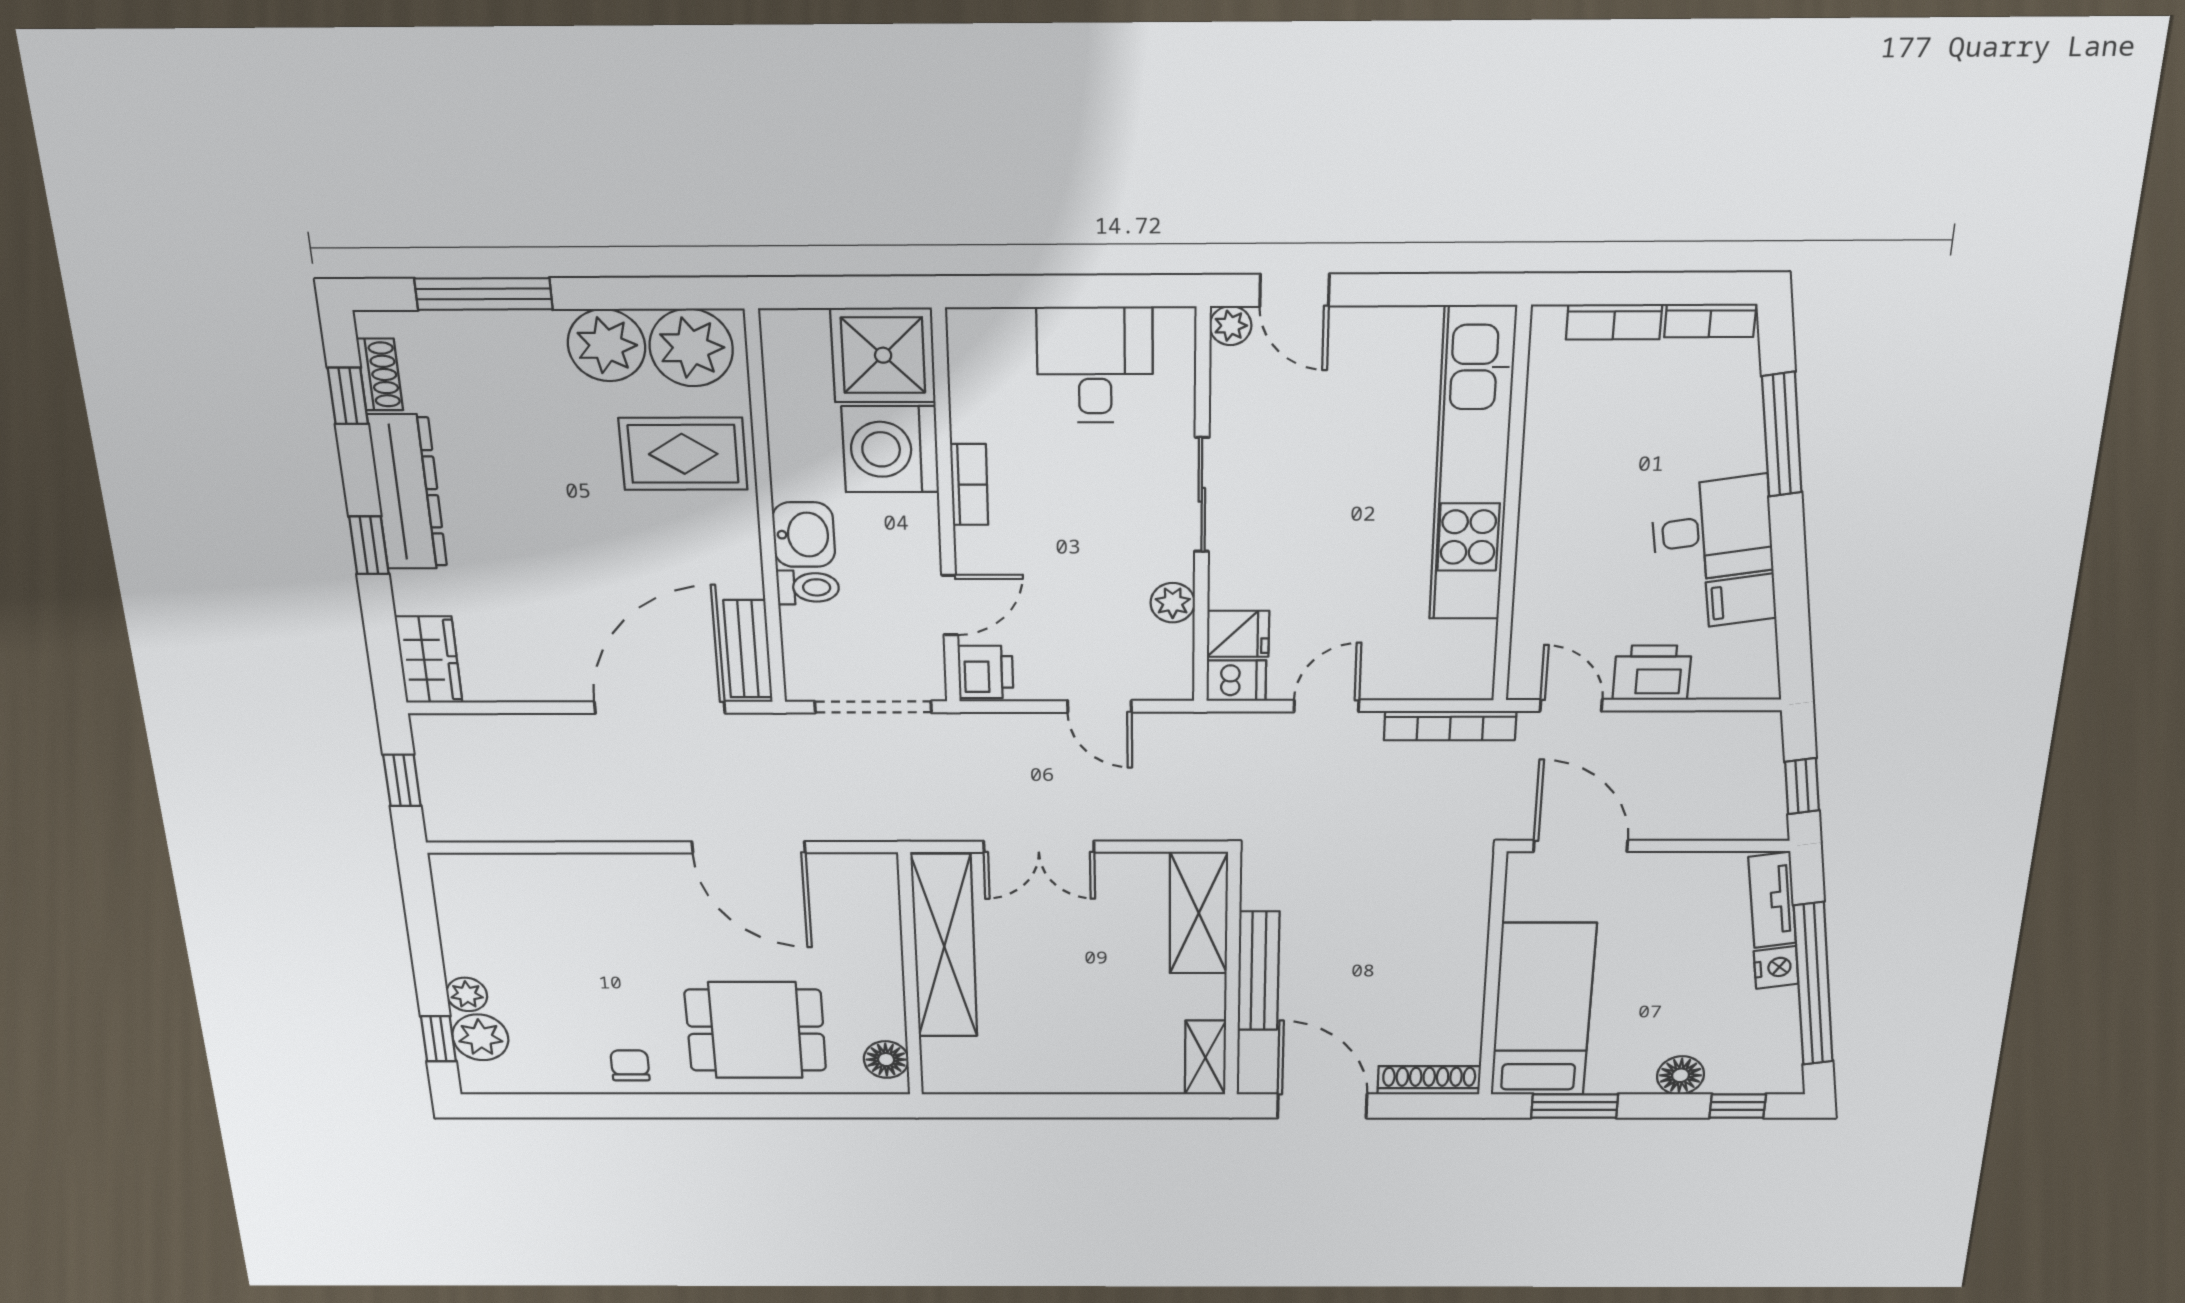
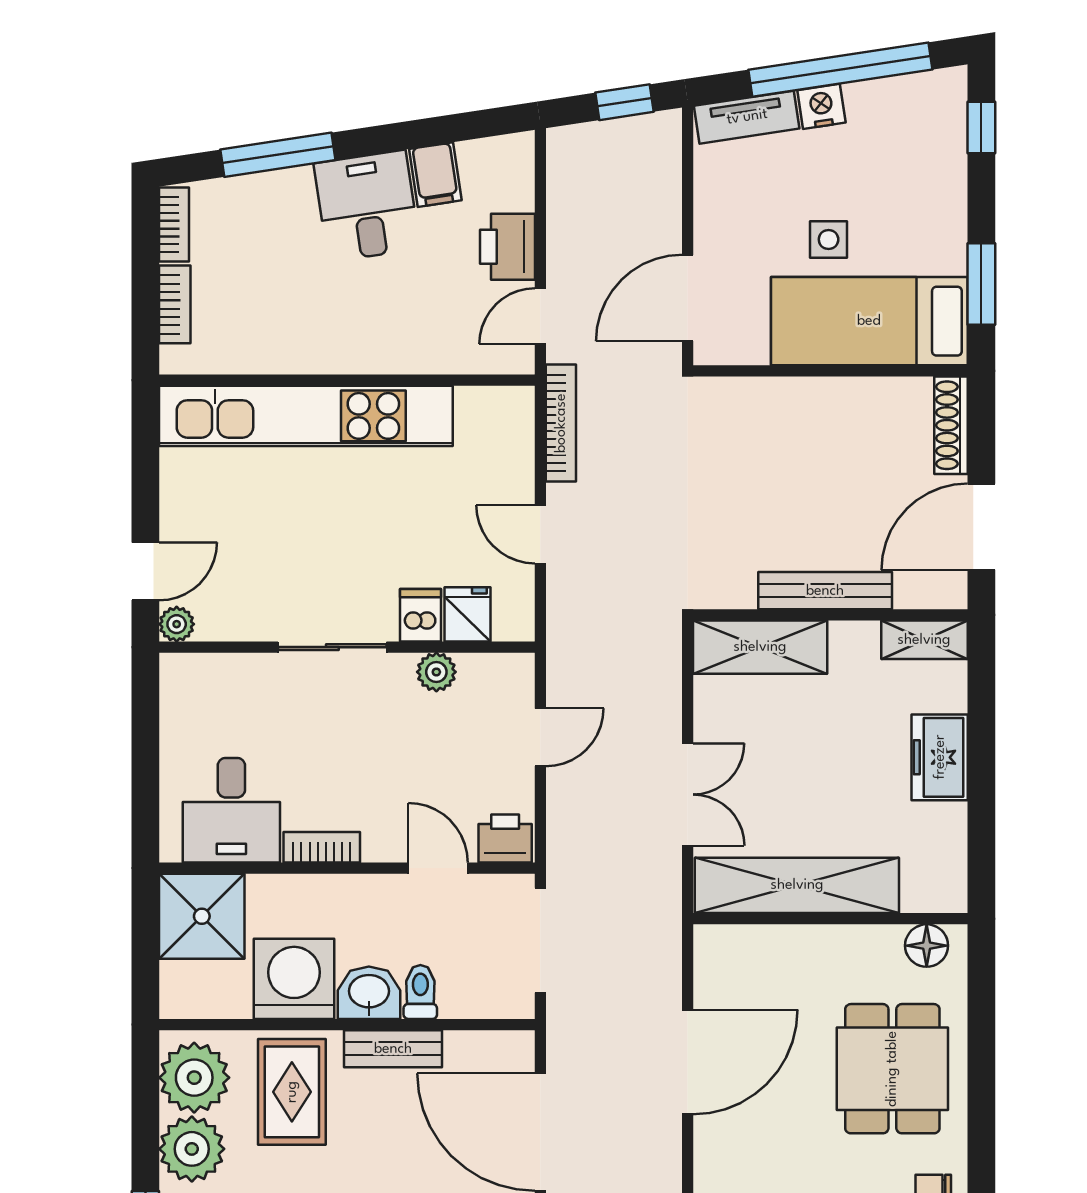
desk: (1095, 365) -> (231, 810), moved, turned -90
washing machine: (890, 449) -> (294, 979), moved, turned 180
bench: (748, 649) -> (393, 1049), moved
dishwasher: (1236, 681) -> (420, 615), moved
side table: (1633, 974) -> (829, 239), added
freezer: (1083, 1071) -> (940, 757), added
floor lamp: (1681, 1075) -> (945, 185), removed

